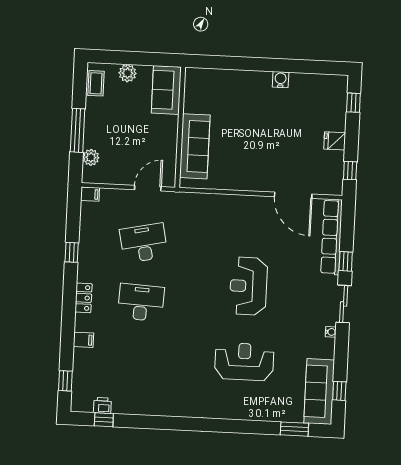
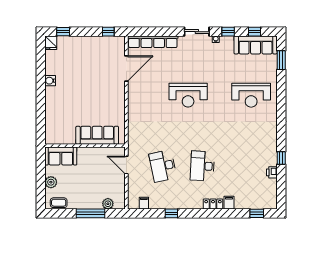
fridge: (335, 141) -> (51, 43), moved
filing cabinet: (90, 194) -> (144, 203), moved
window: (346, 261) -> (228, 32), moved
locker: (84, 298) -> (213, 204), moved
reception desk: (244, 362) -> (251, 95), moved, turned -90
printer: (102, 406) -> (272, 172), moved
window: (104, 420) -> (281, 158), moved

